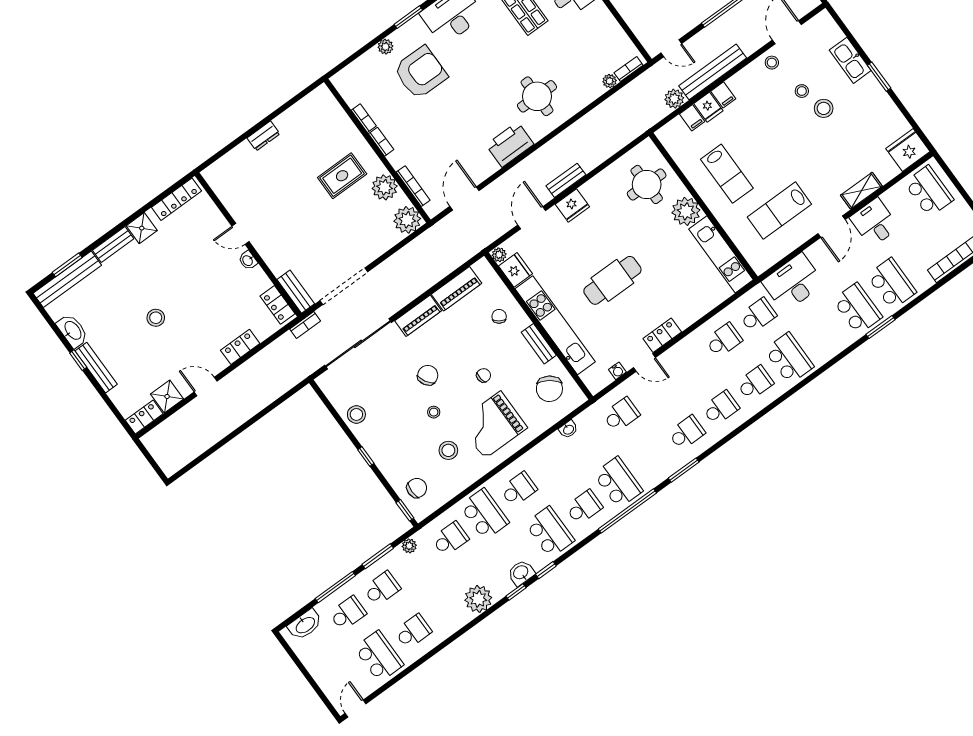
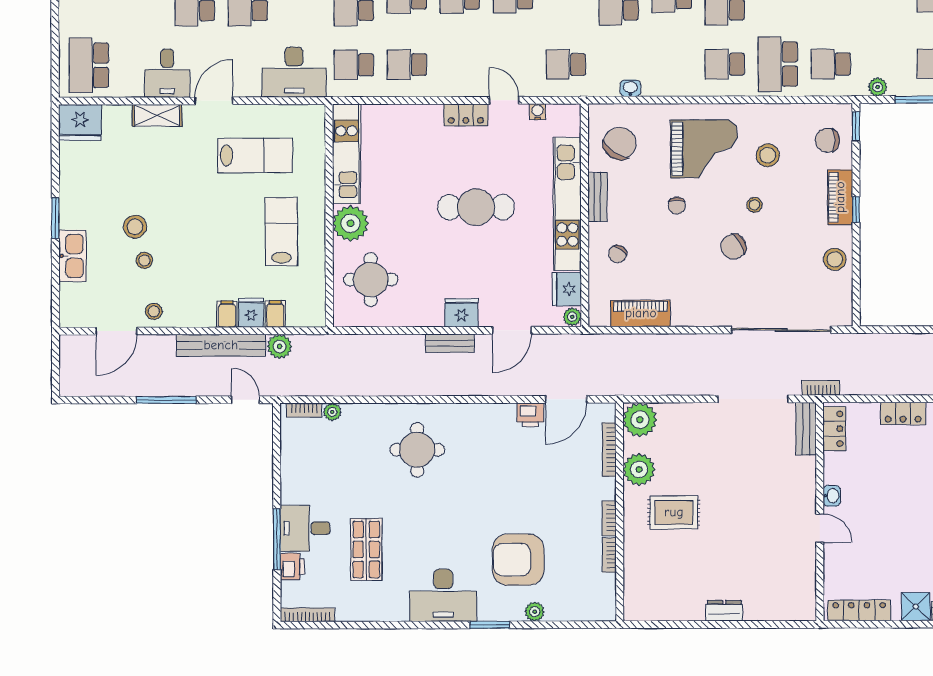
printer: (510, 145) -> (530, 415), moved, width x0.53, depth x0.68
piano: (418, 316) -> (840, 197), moved, turned -90
chair: (484, 375) -> (677, 206), turned -84

